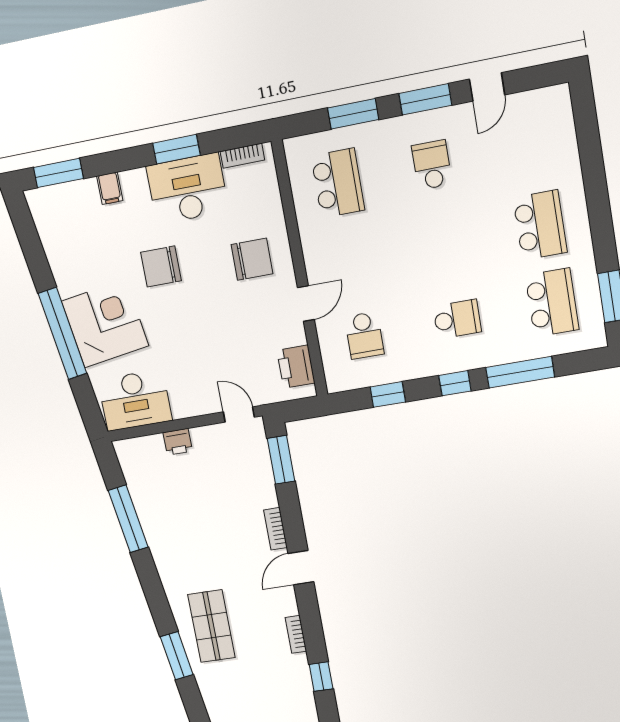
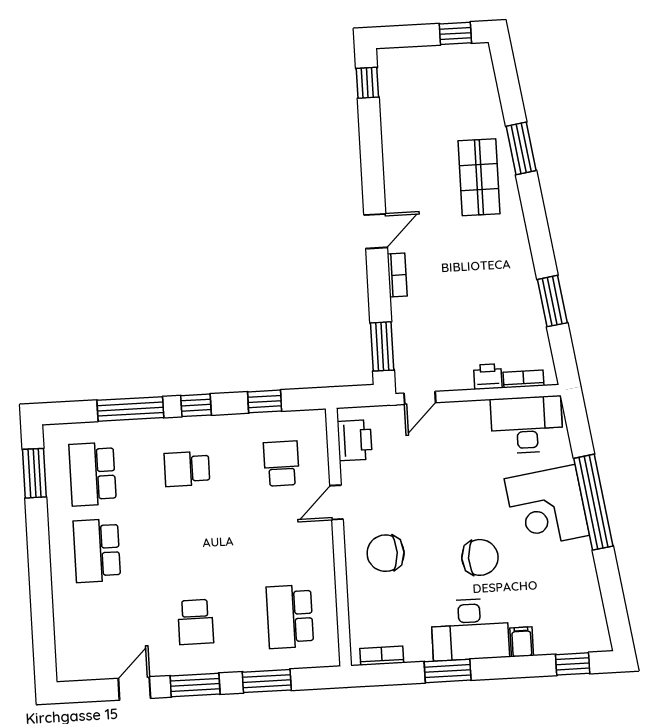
window: (58, 173) -> (573, 664), width x0.67
desk: (187, 189) -> (470, 629), moved
door: (239, 414) -> (420, 398), hinge flipped
window: (128, 519) -> (552, 301), width x0.69
bookcase: (296, 634) -> (523, 379), moved, turned -90
window: (321, 677) -> (367, 83), moved

